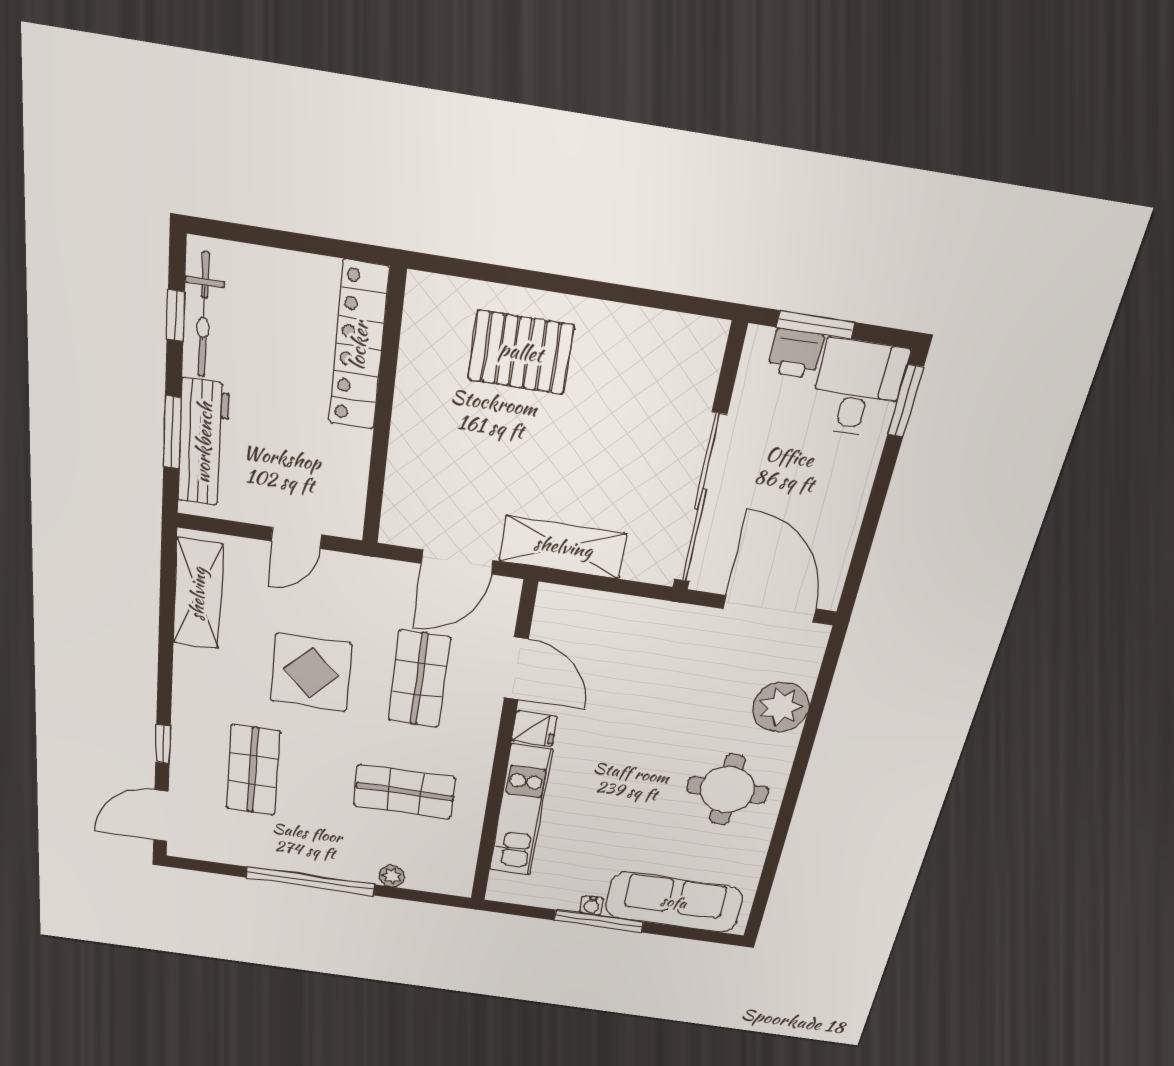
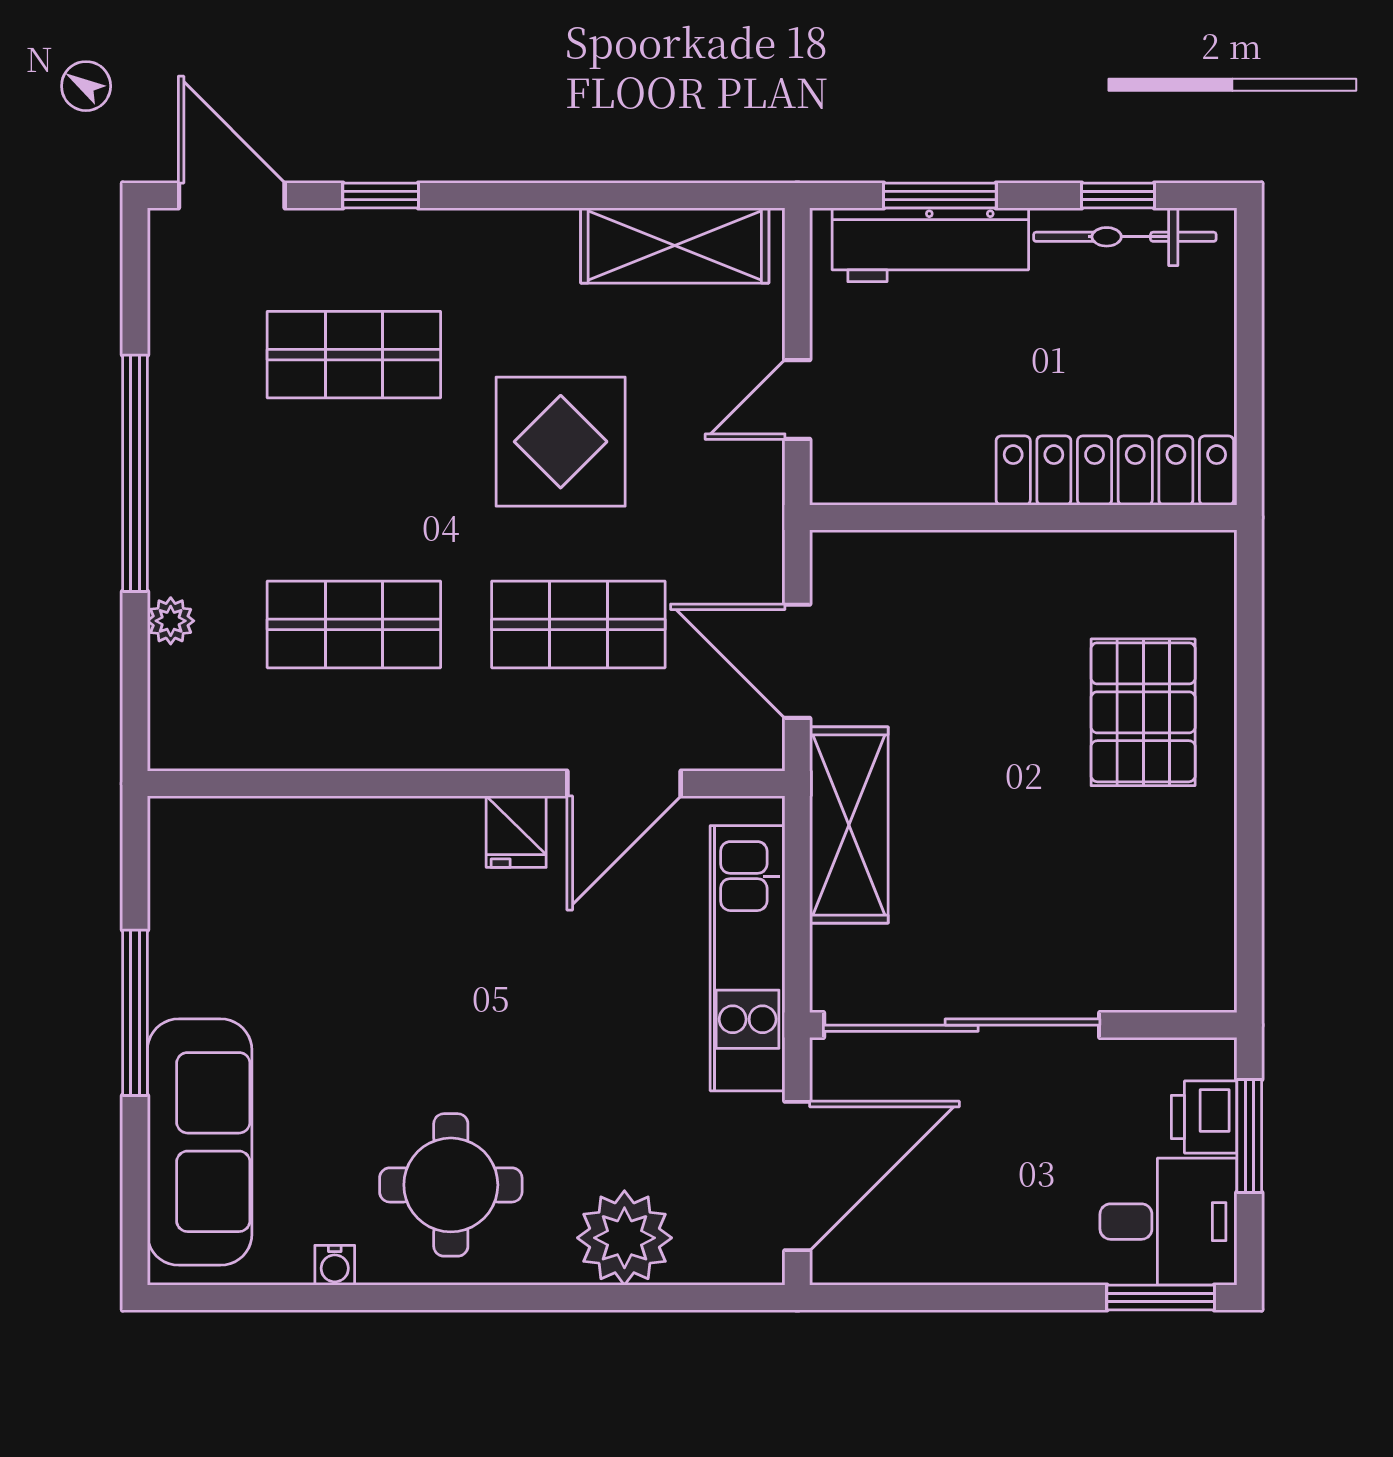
door: (296, 538) -> (797, 400), hinge flipped
shop shelf: (405, 792) -> (354, 624), turned 90
kitchen unit: (521, 811) -> (748, 958), moved, turned 90
water cooler: (592, 906) -> (335, 1265), moved, turned -90

